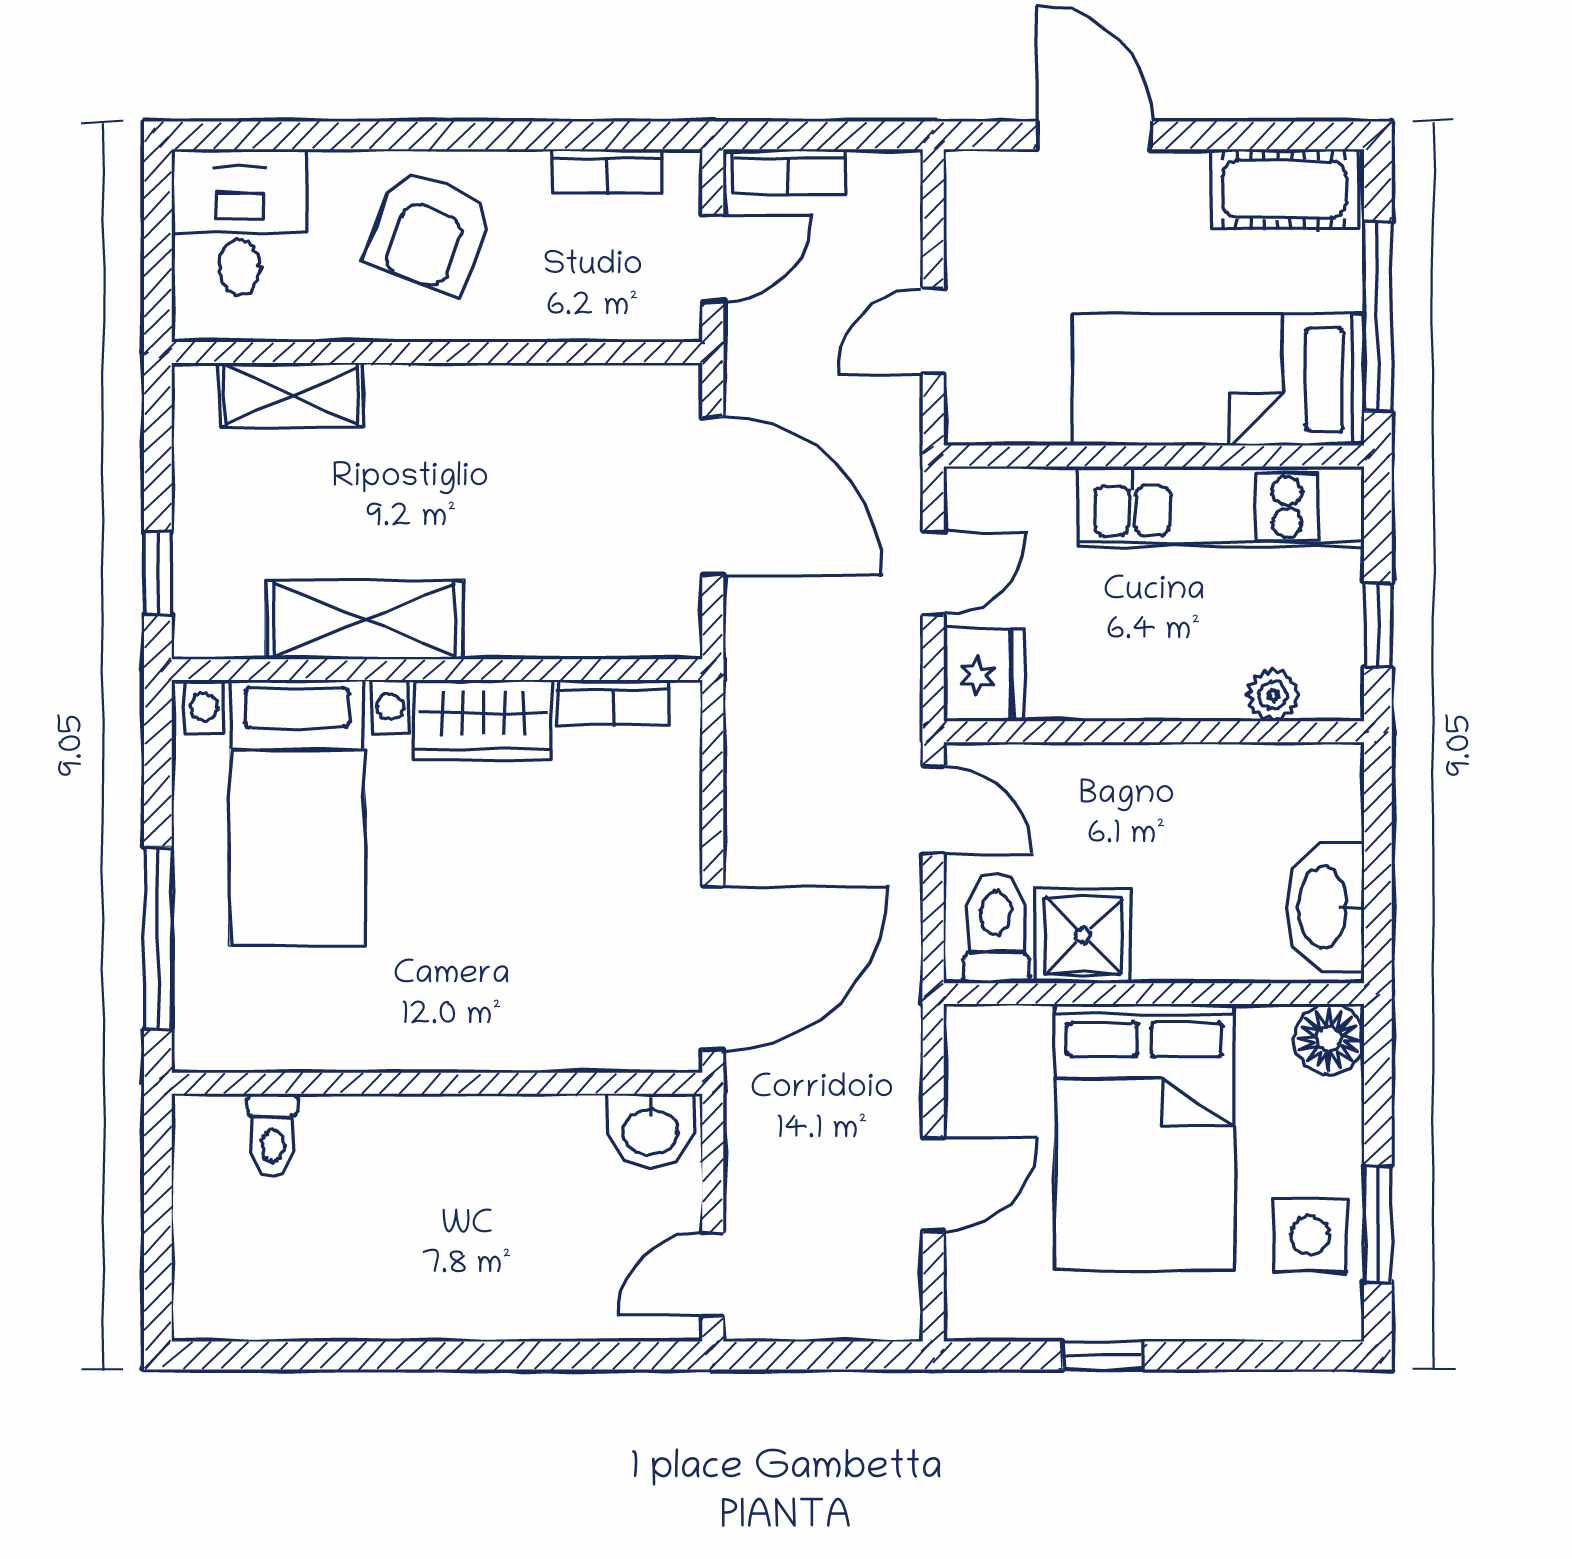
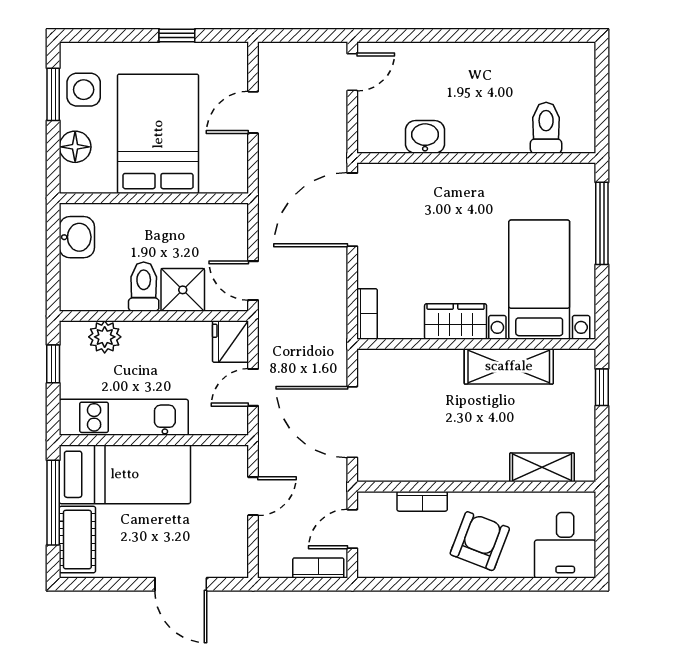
bookcase: (607, 171) -> (422, 501), moved, turned 180
cot: (1284, 189) -> (77, 540), moved, turned 90
plant: (1273, 695) -> (105, 337), width x1.38, depth x1.38
bookcase: (613, 703) -> (367, 314), moved, turned 90
washbasin: (1325, 907) -> (77, 237), width x0.72
toilet: (996, 928) -> (144, 287), moved, turned 180
shower: (1083, 935) -> (183, 290), moved
floor lamp: (1329, 1039) -> (75, 147), moved
washbasin: (650, 1130) -> (425, 137), moved
toilet: (273, 1135) -> (546, 128), width x1.37, depth x1.39

